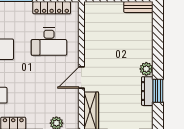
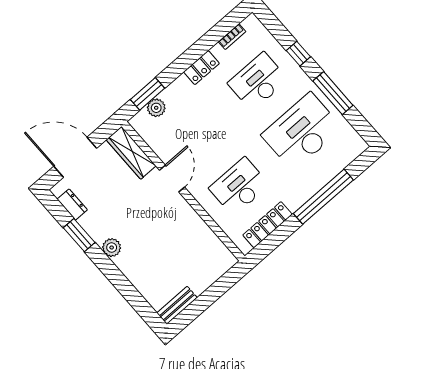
dresser: (147, 91) -> (72, 205), moved, width x0.70

